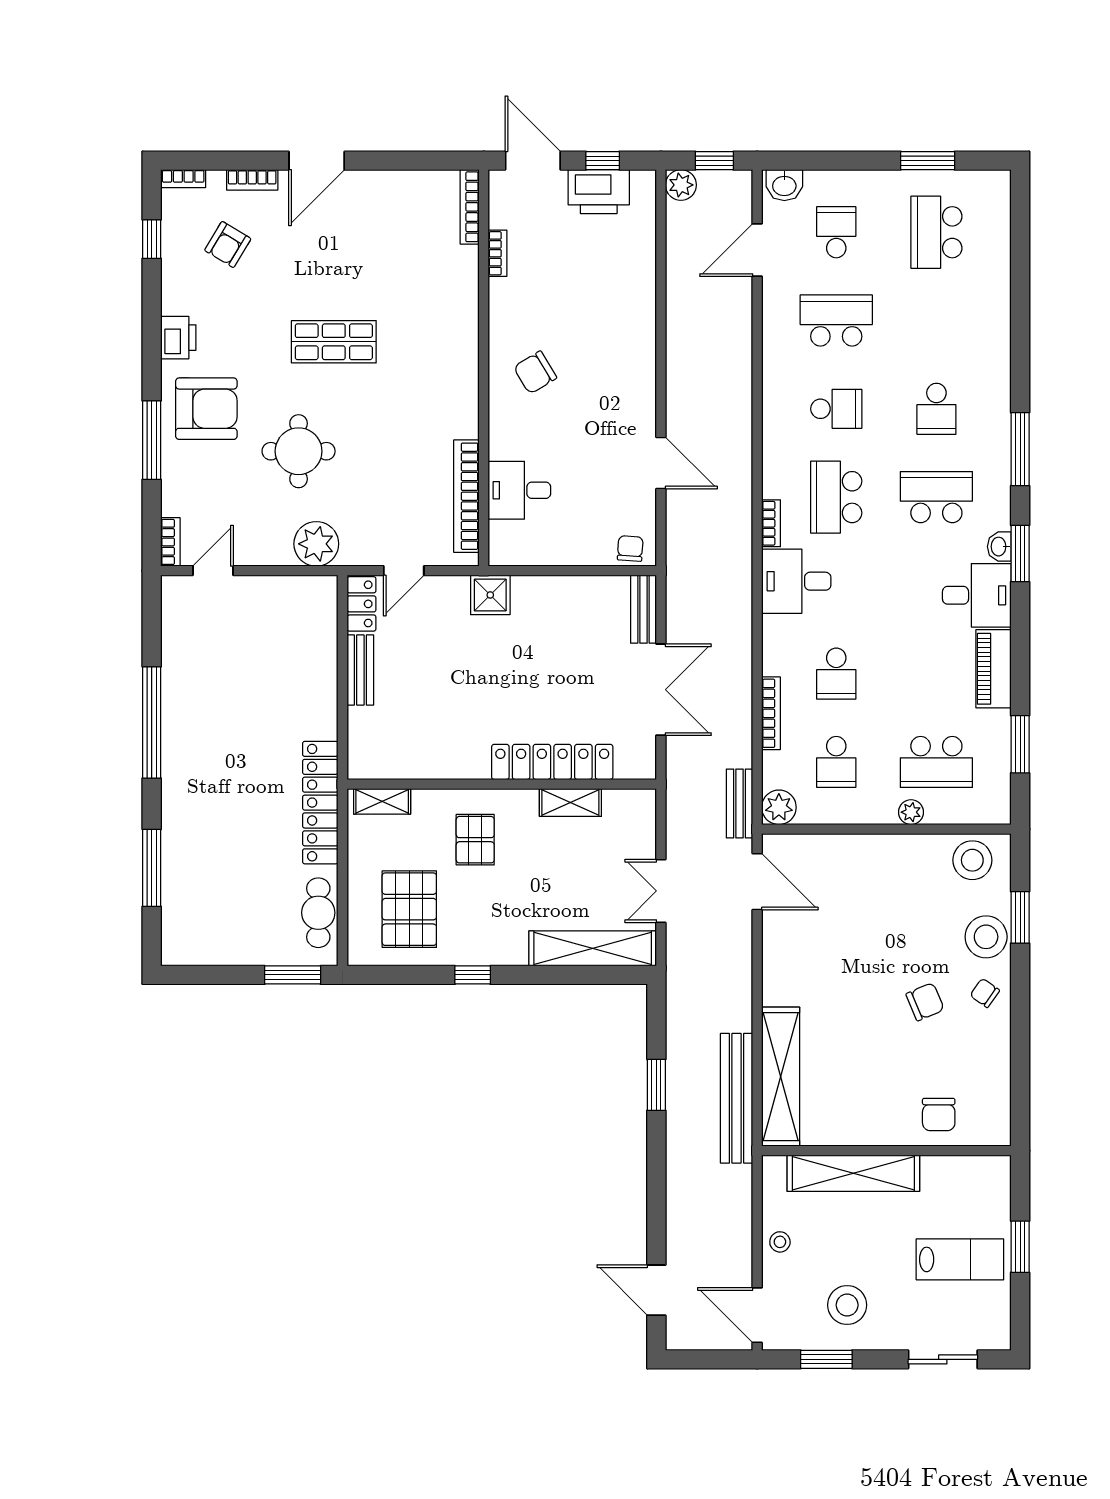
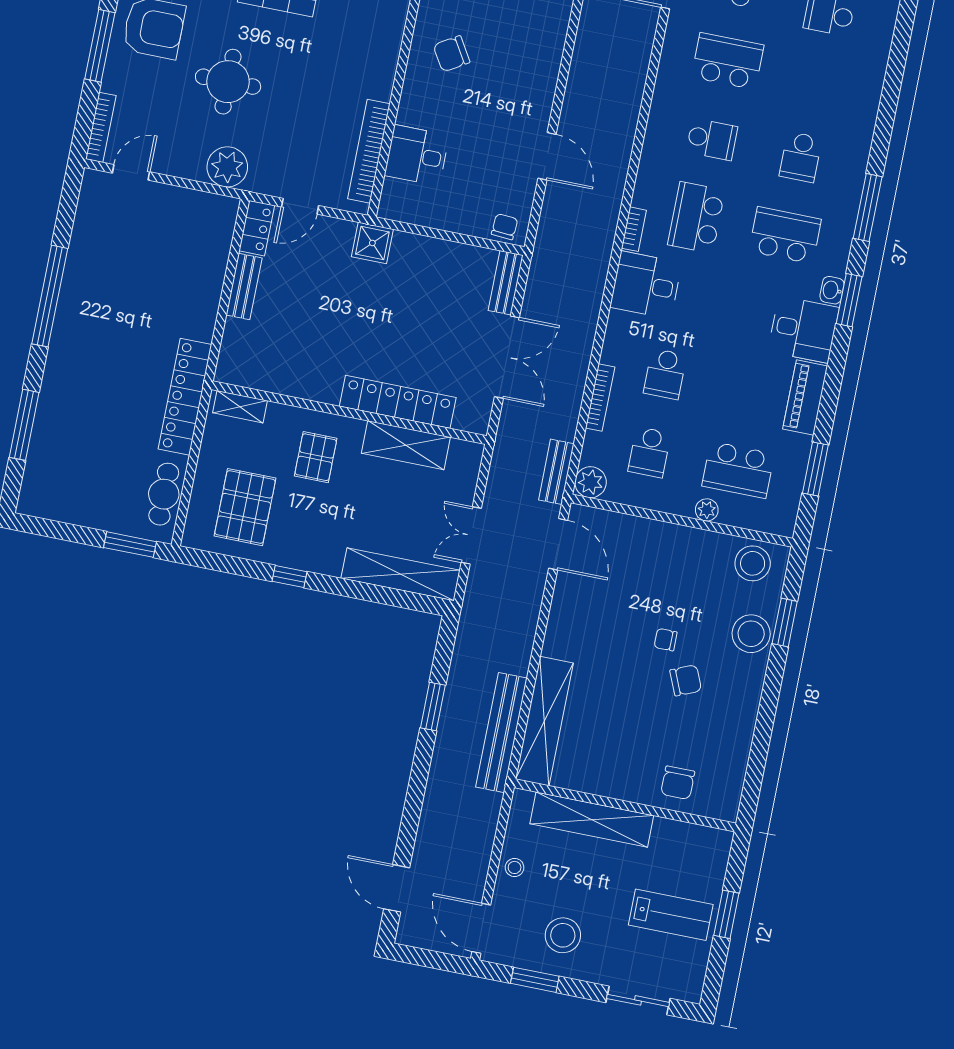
bookcase: (170, 542) -> (101, 127), width x1.56
shelving: (570, 802) -> (406, 445), width x1.50, depth x1.33
chair: (985, 993) -> (666, 640), moved, turned -35

